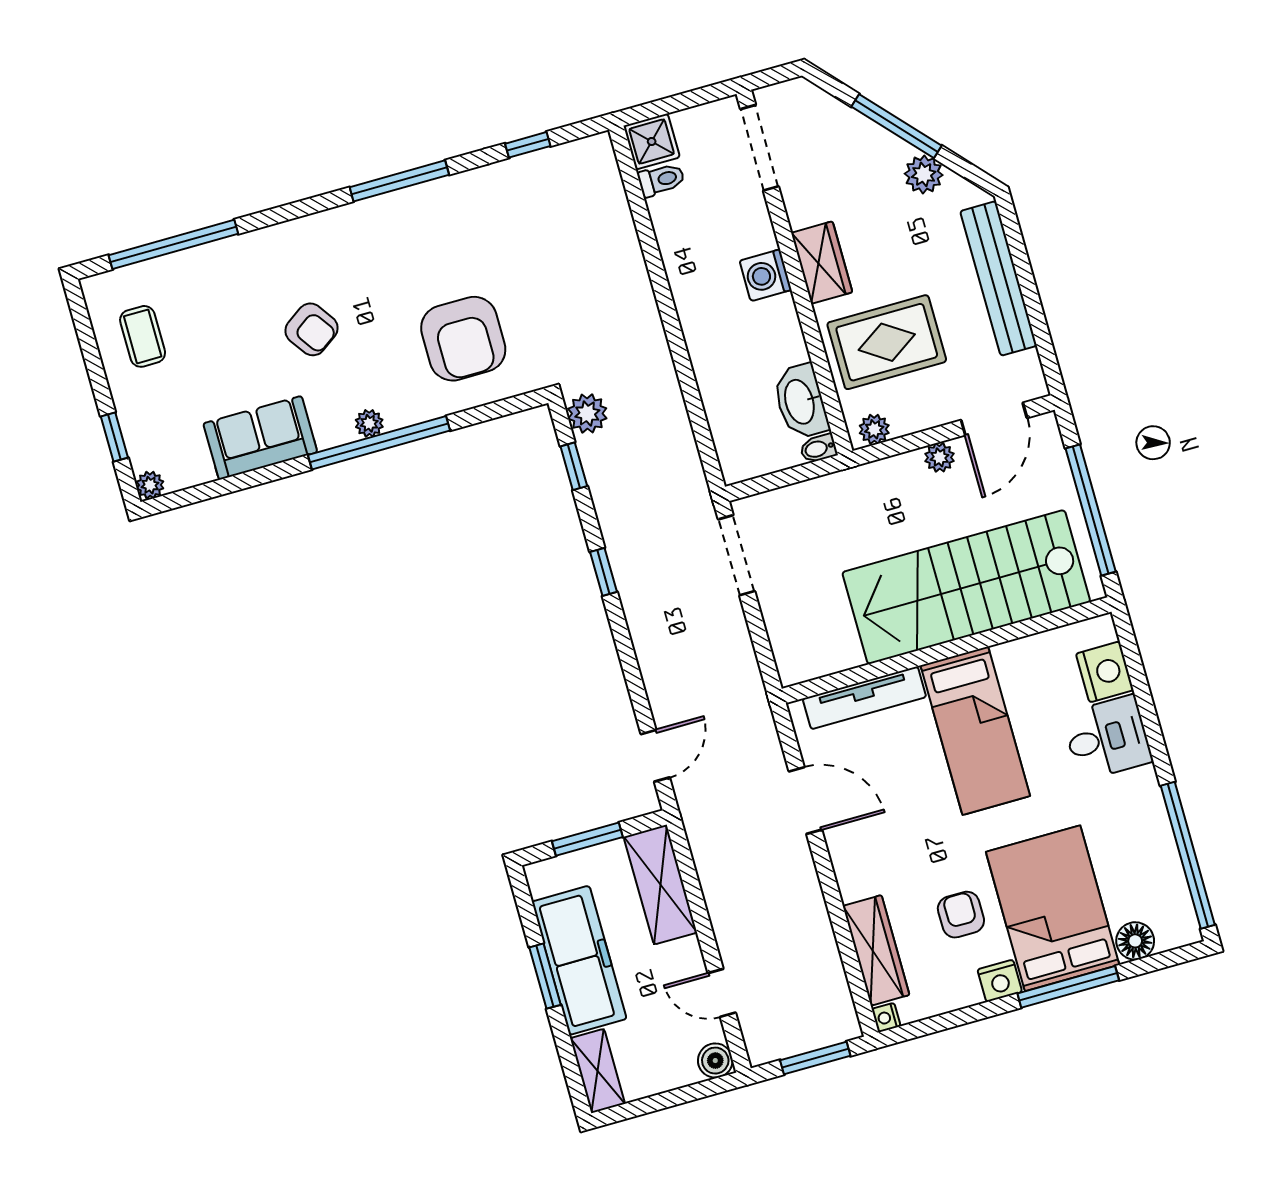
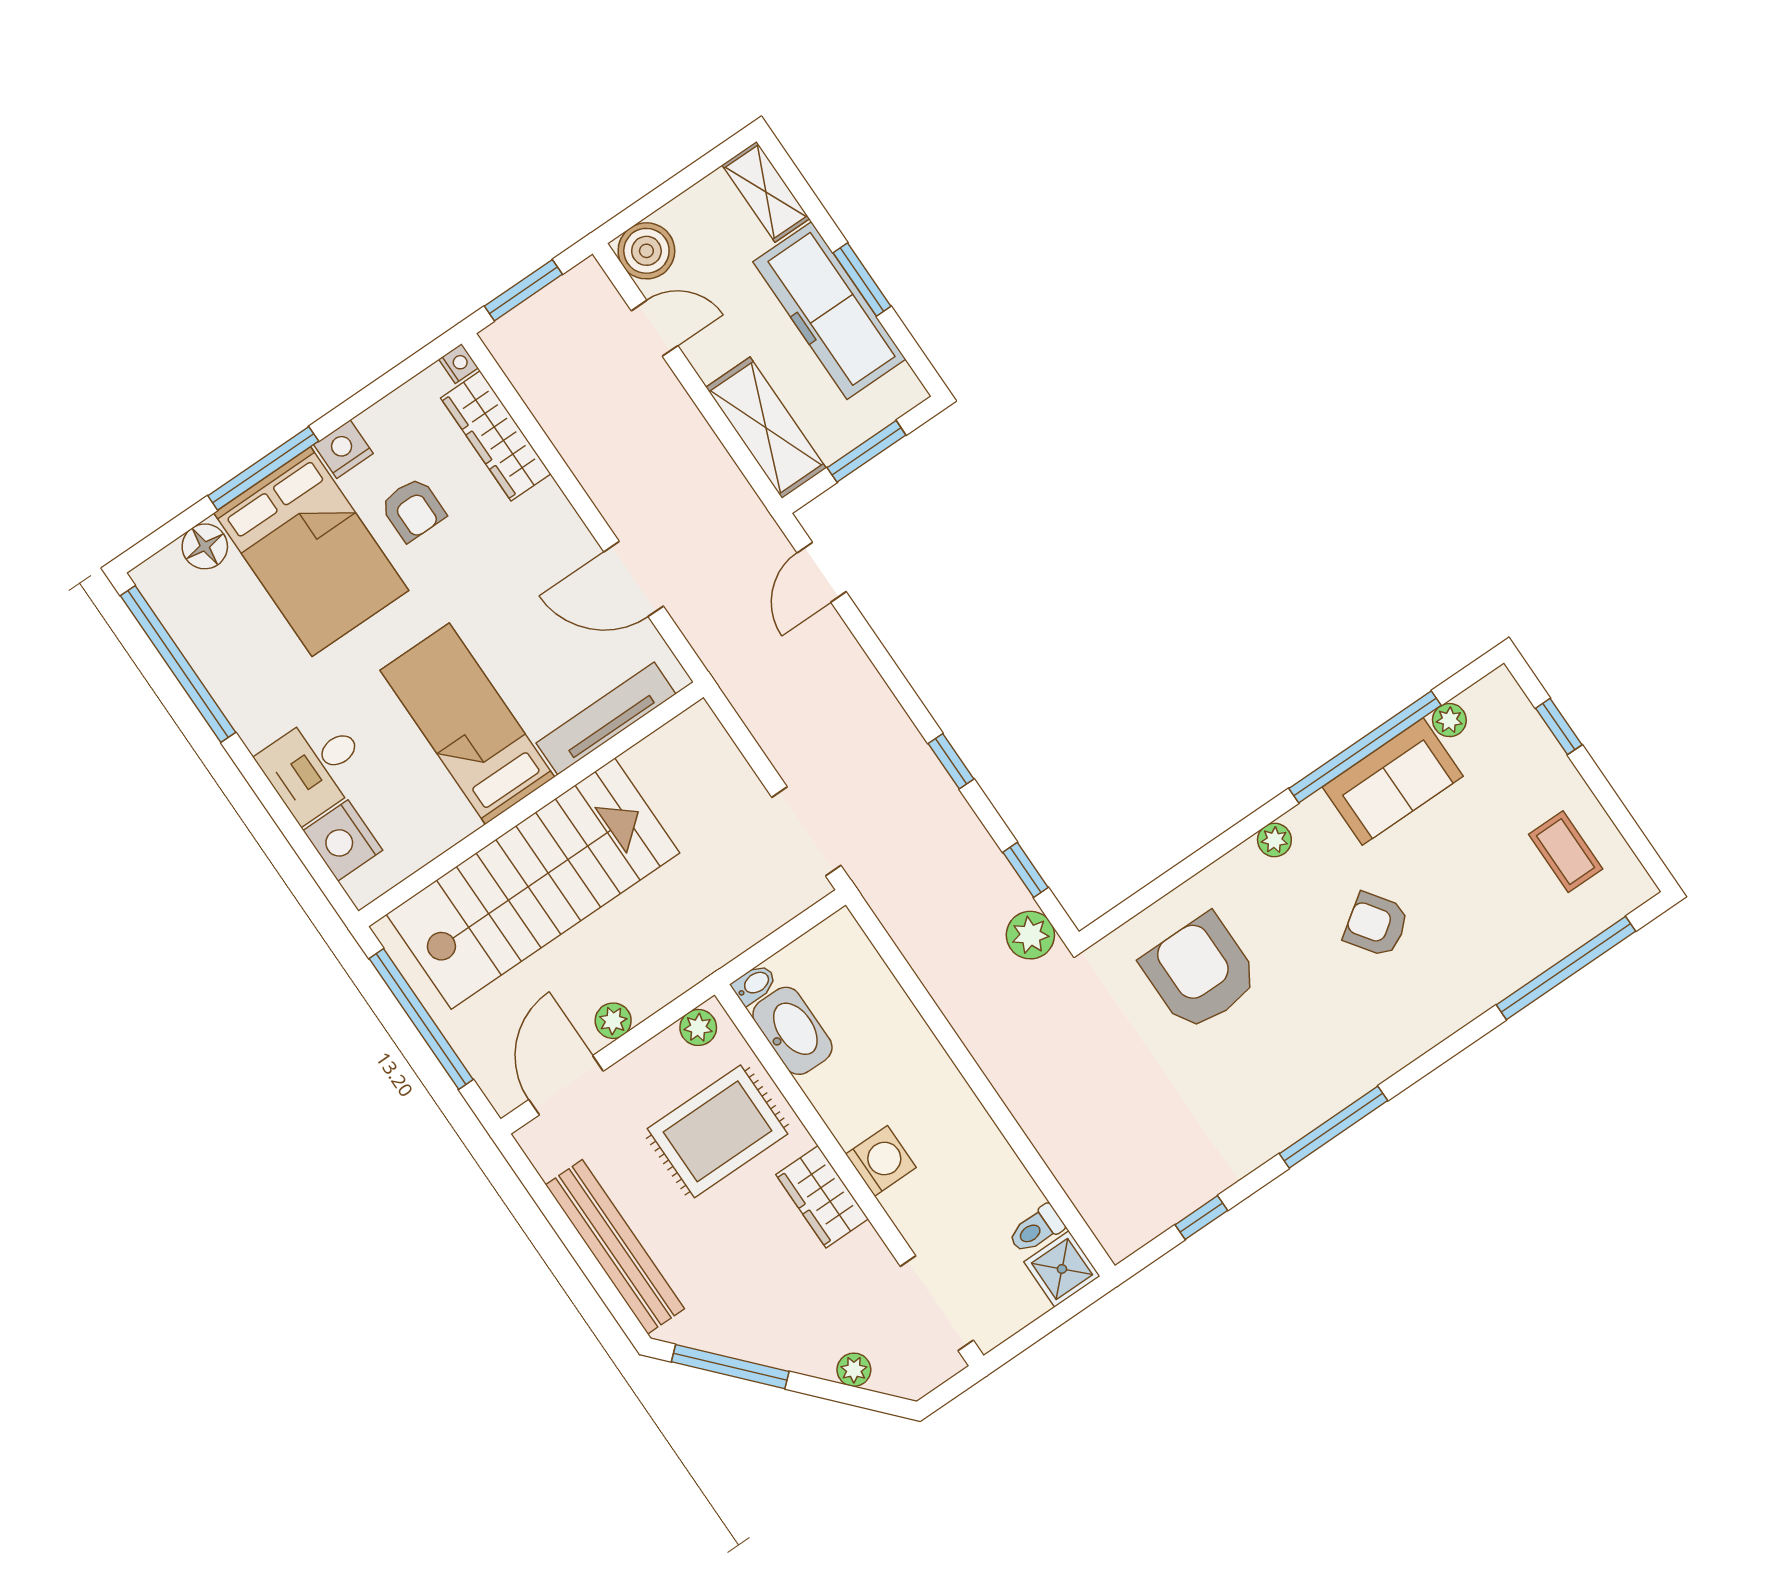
window: (897, 126) -> (730, 1367), moved
plant: (924, 174) -> (854, 1370), moved, width x0.73, depth x0.73
window: (379, 443) -> (1365, 747), moved
plant: (150, 485) -> (1449, 720), moved
boiler: (715, 1061) -> (646, 251), width x1.36, depth x1.36

